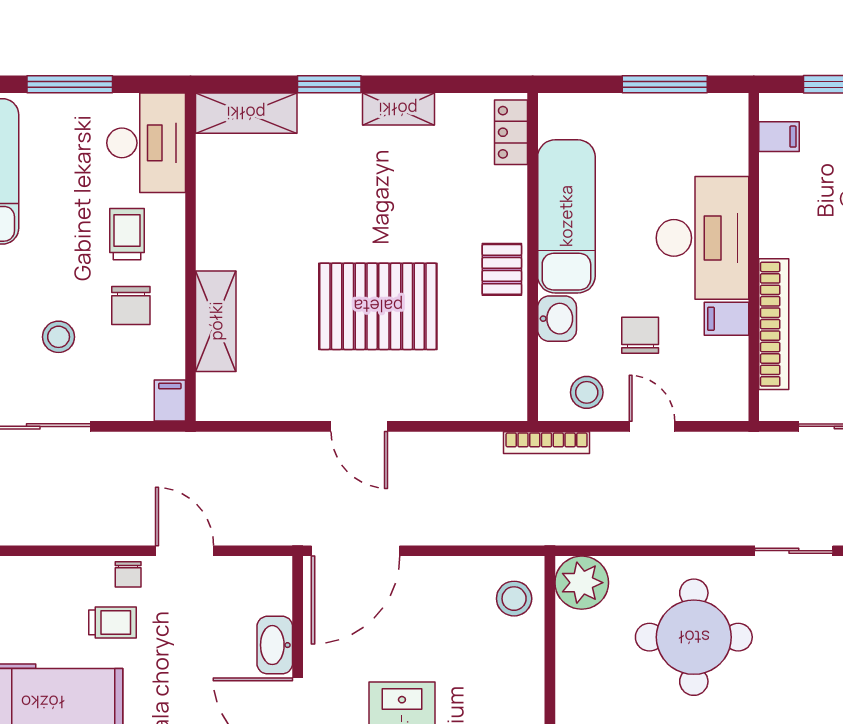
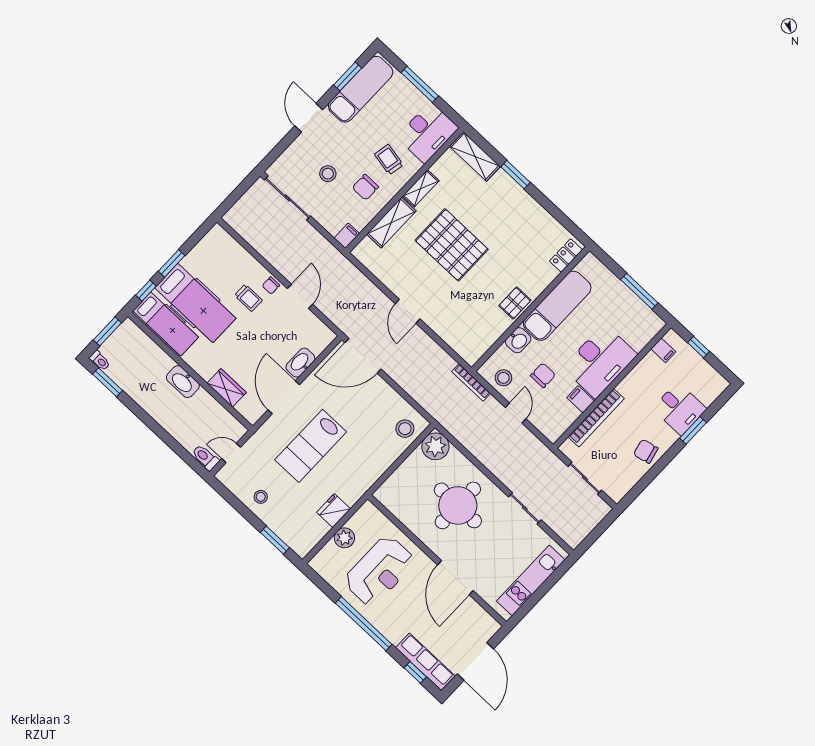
shelving: (398, 109) -> (421, 188), moved, turned 90
trolley: (127, 234) -> (389, 160), turned -79
pallet: (378, 306) -> (452, 245), moved

